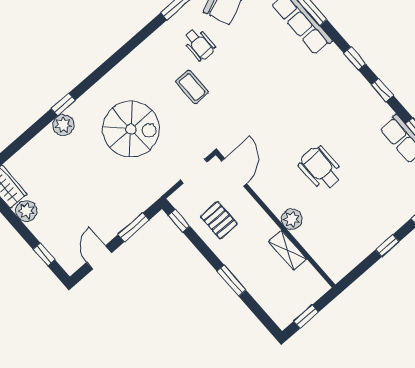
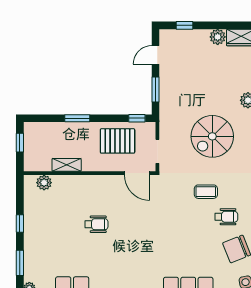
wheelchair: (199, 44) -> (226, 217), turned 180
wheelchair: (321, 168) -> (96, 224), width x0.73, depth x0.73
plant: (292, 219) -> (44, 183), moved
pallet: (219, 220) -> (118, 141), width x1.50, depth x1.42
door: (99, 258) -> (156, 55), swing flipped

